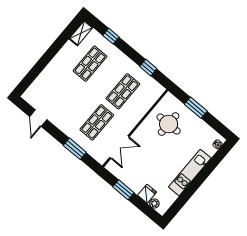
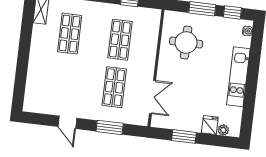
door: (38, 118) -> (67, 122), moved
window: (215, 124) -> (232, 12), added

